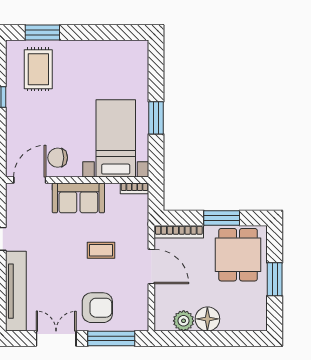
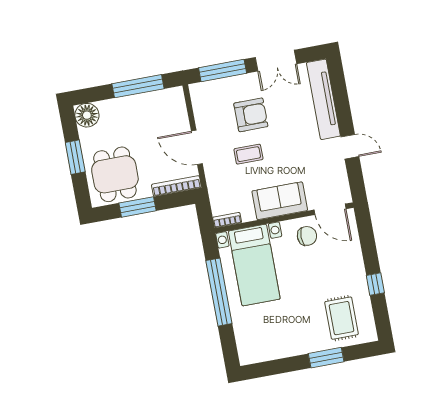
window: (42, 33) -> (326, 358), moved
window: (156, 118) -> (219, 292), width x2.11
door: (30, 180) -> (330, 209), hinge flipped
armchair: (97, 308) -> (251, 115), moved, turned 180
floor lamp: (207, 319) -> (87, 115), moved
plant: (184, 321) -> (156, 101), removed
window: (199, 339) -> (138, 86), added

